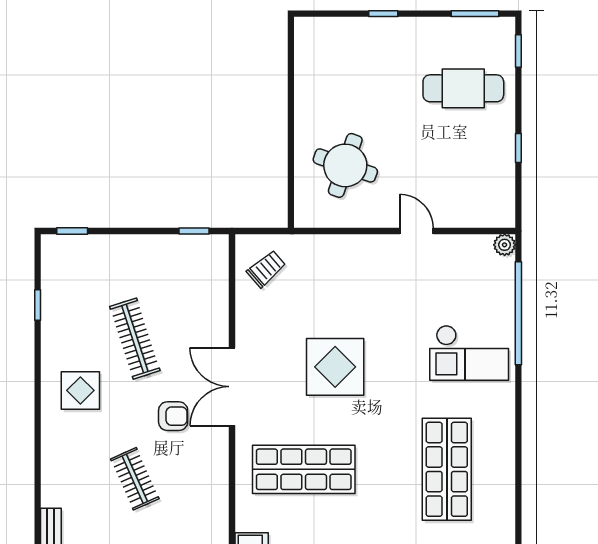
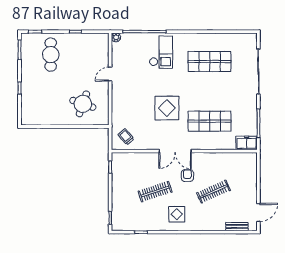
shop shelf: (304, 469) -> (210, 121), turned 90
clothes rail: (135, 479) -> (214, 192), width x1.36

